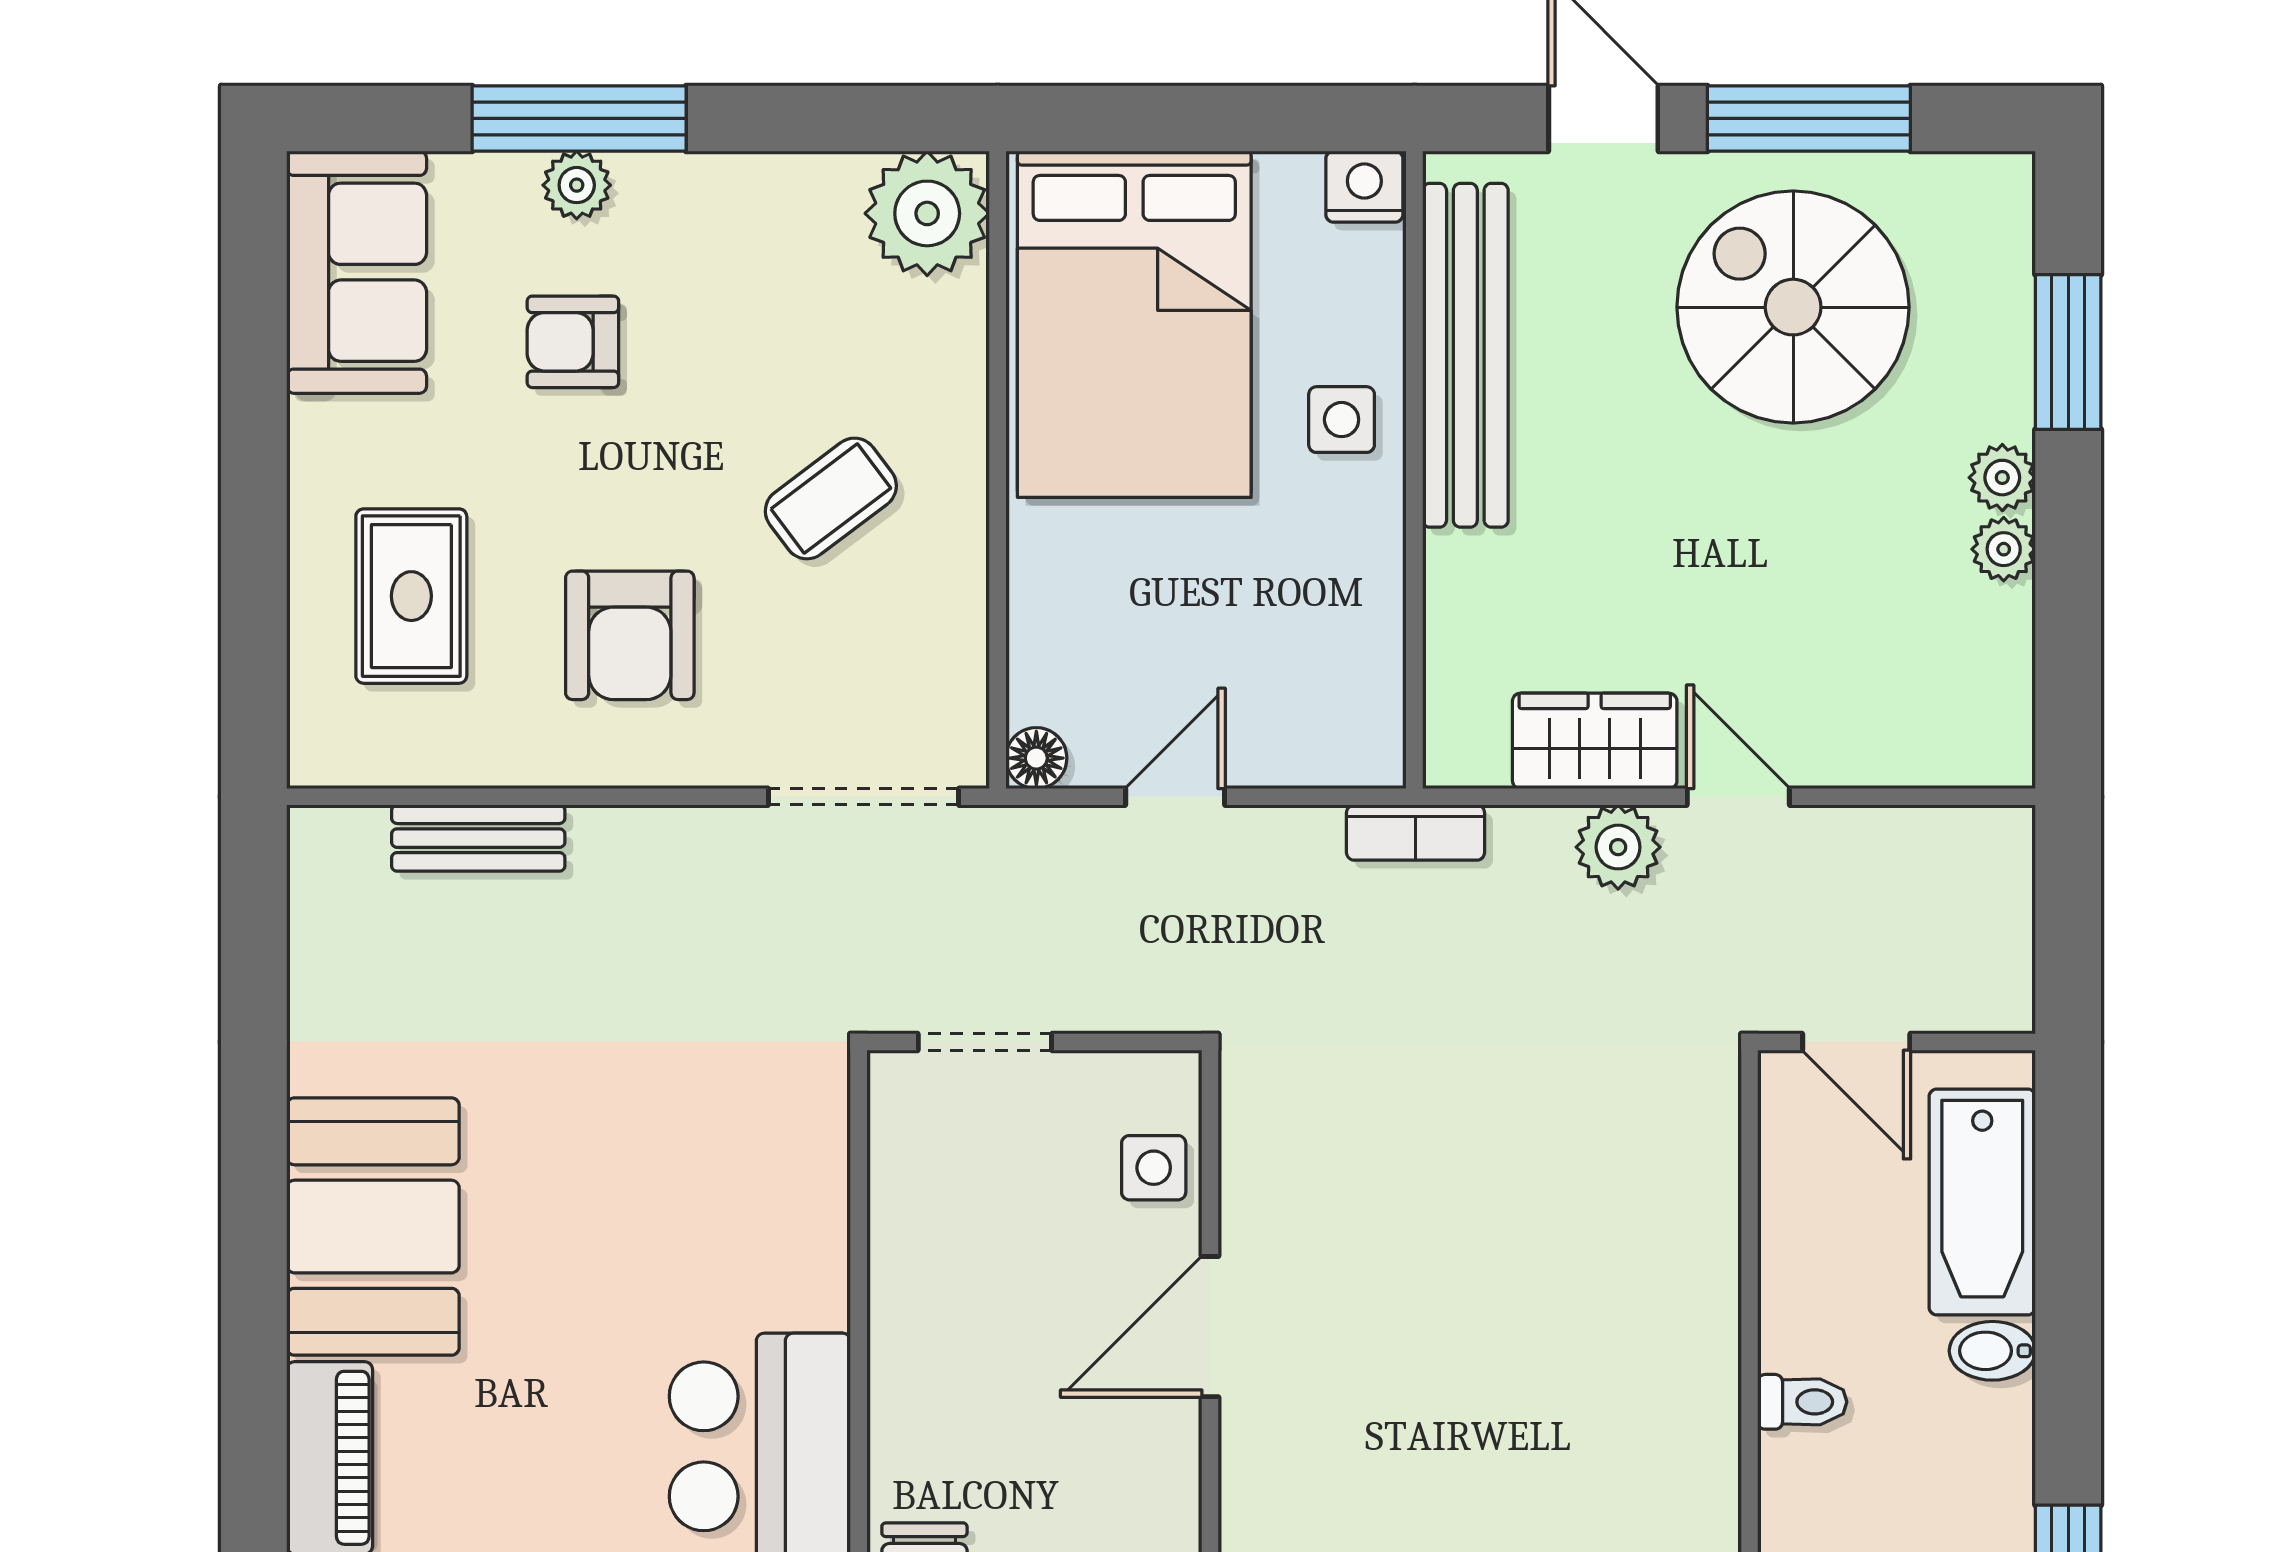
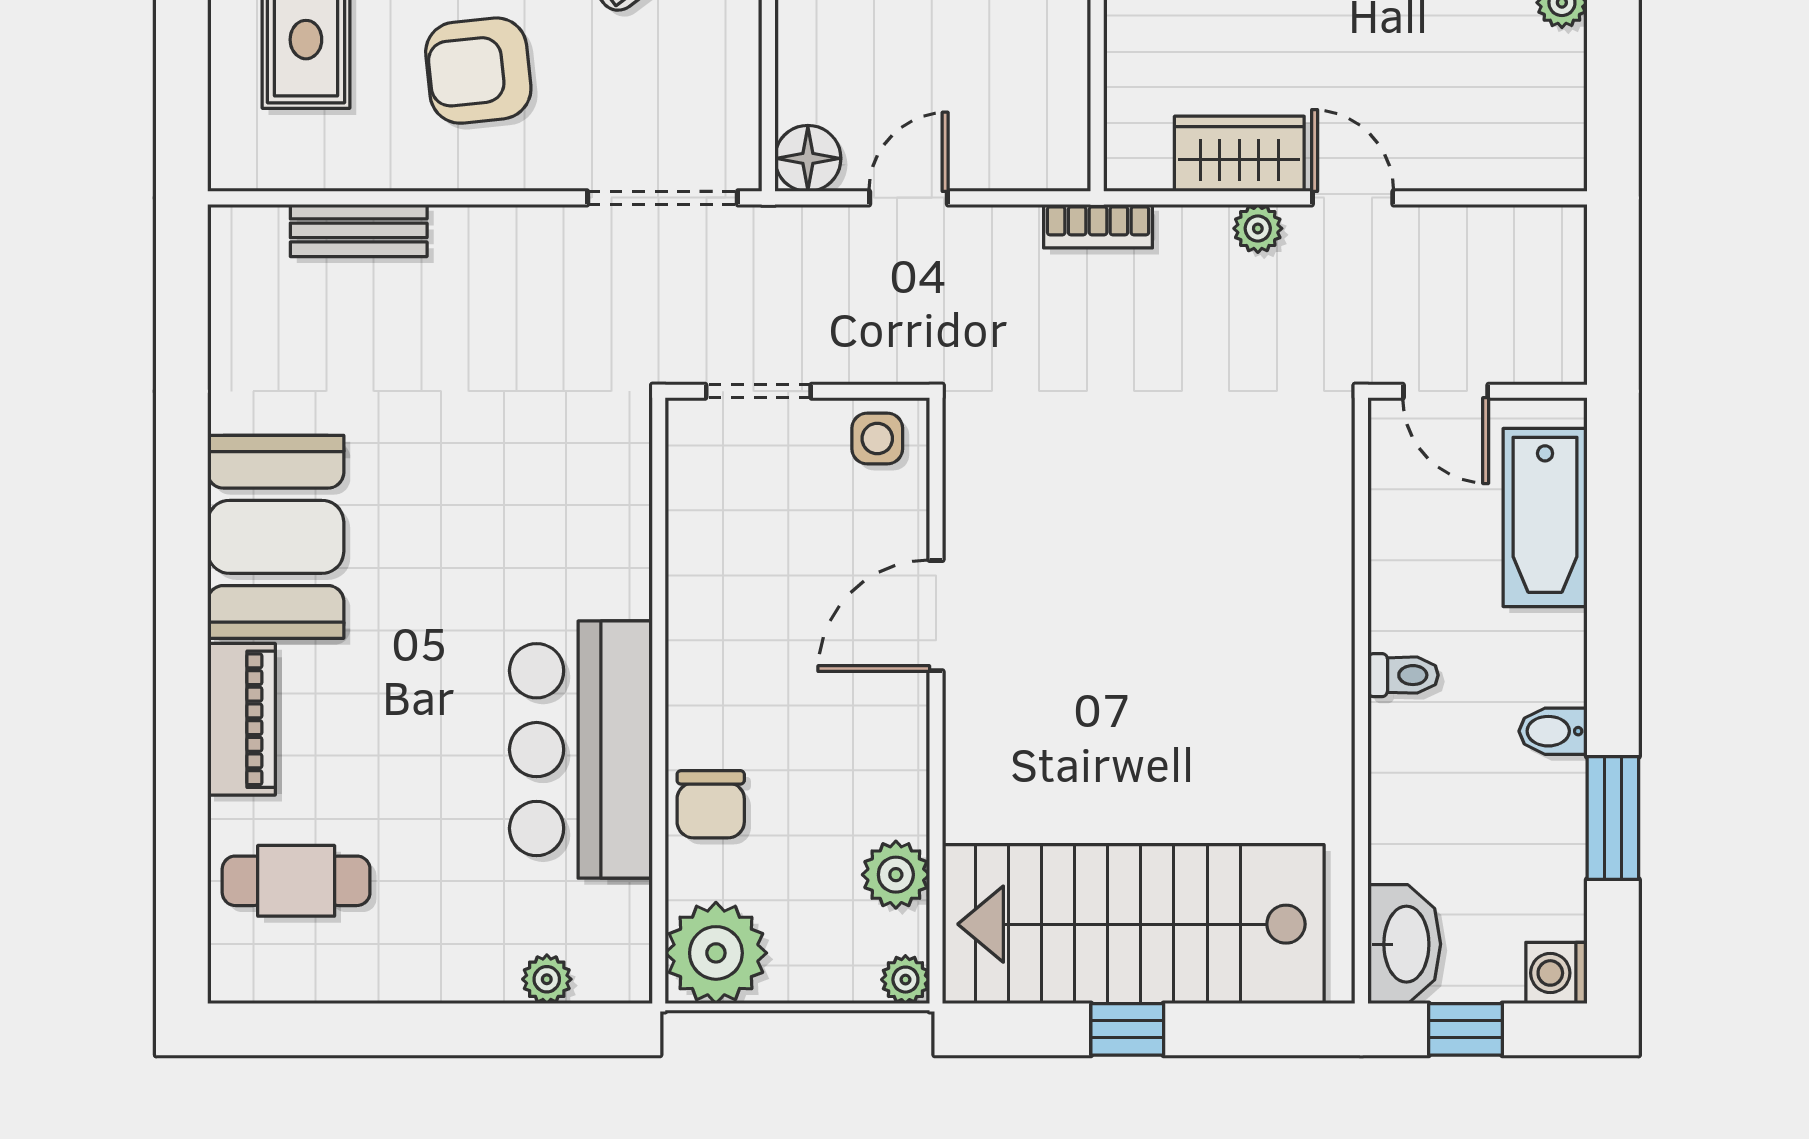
armchair: (630, 635) -> (478, 71), turned 84
floor lamp: (1036, 758) -> (808, 158), width x1.37, depth x1.37
plant: (1618, 847) -> (1258, 228), width x0.73, depth x0.73
side table: (1154, 1168) -> (877, 439), moved
bidet: (1992, 1351) -> (1553, 731), moved

